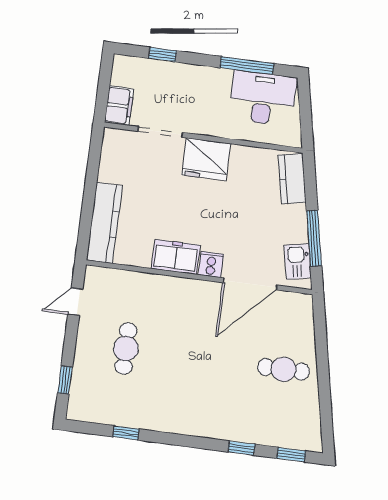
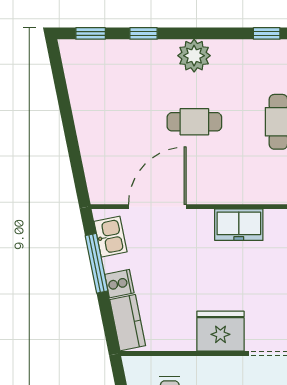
cooker: (211, 264) -> (119, 284), moved, turned -101
cafe table: (284, 369) -> (194, 122), moved
plant: (197, 421) -> (194, 56), added

